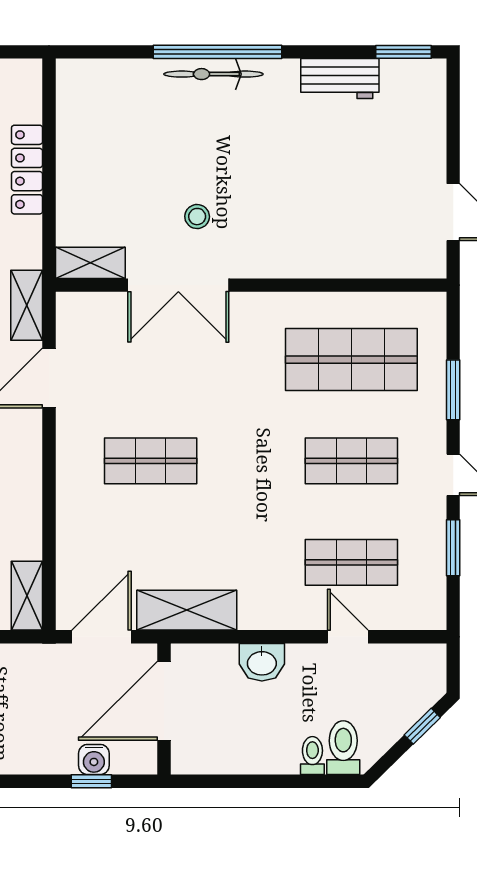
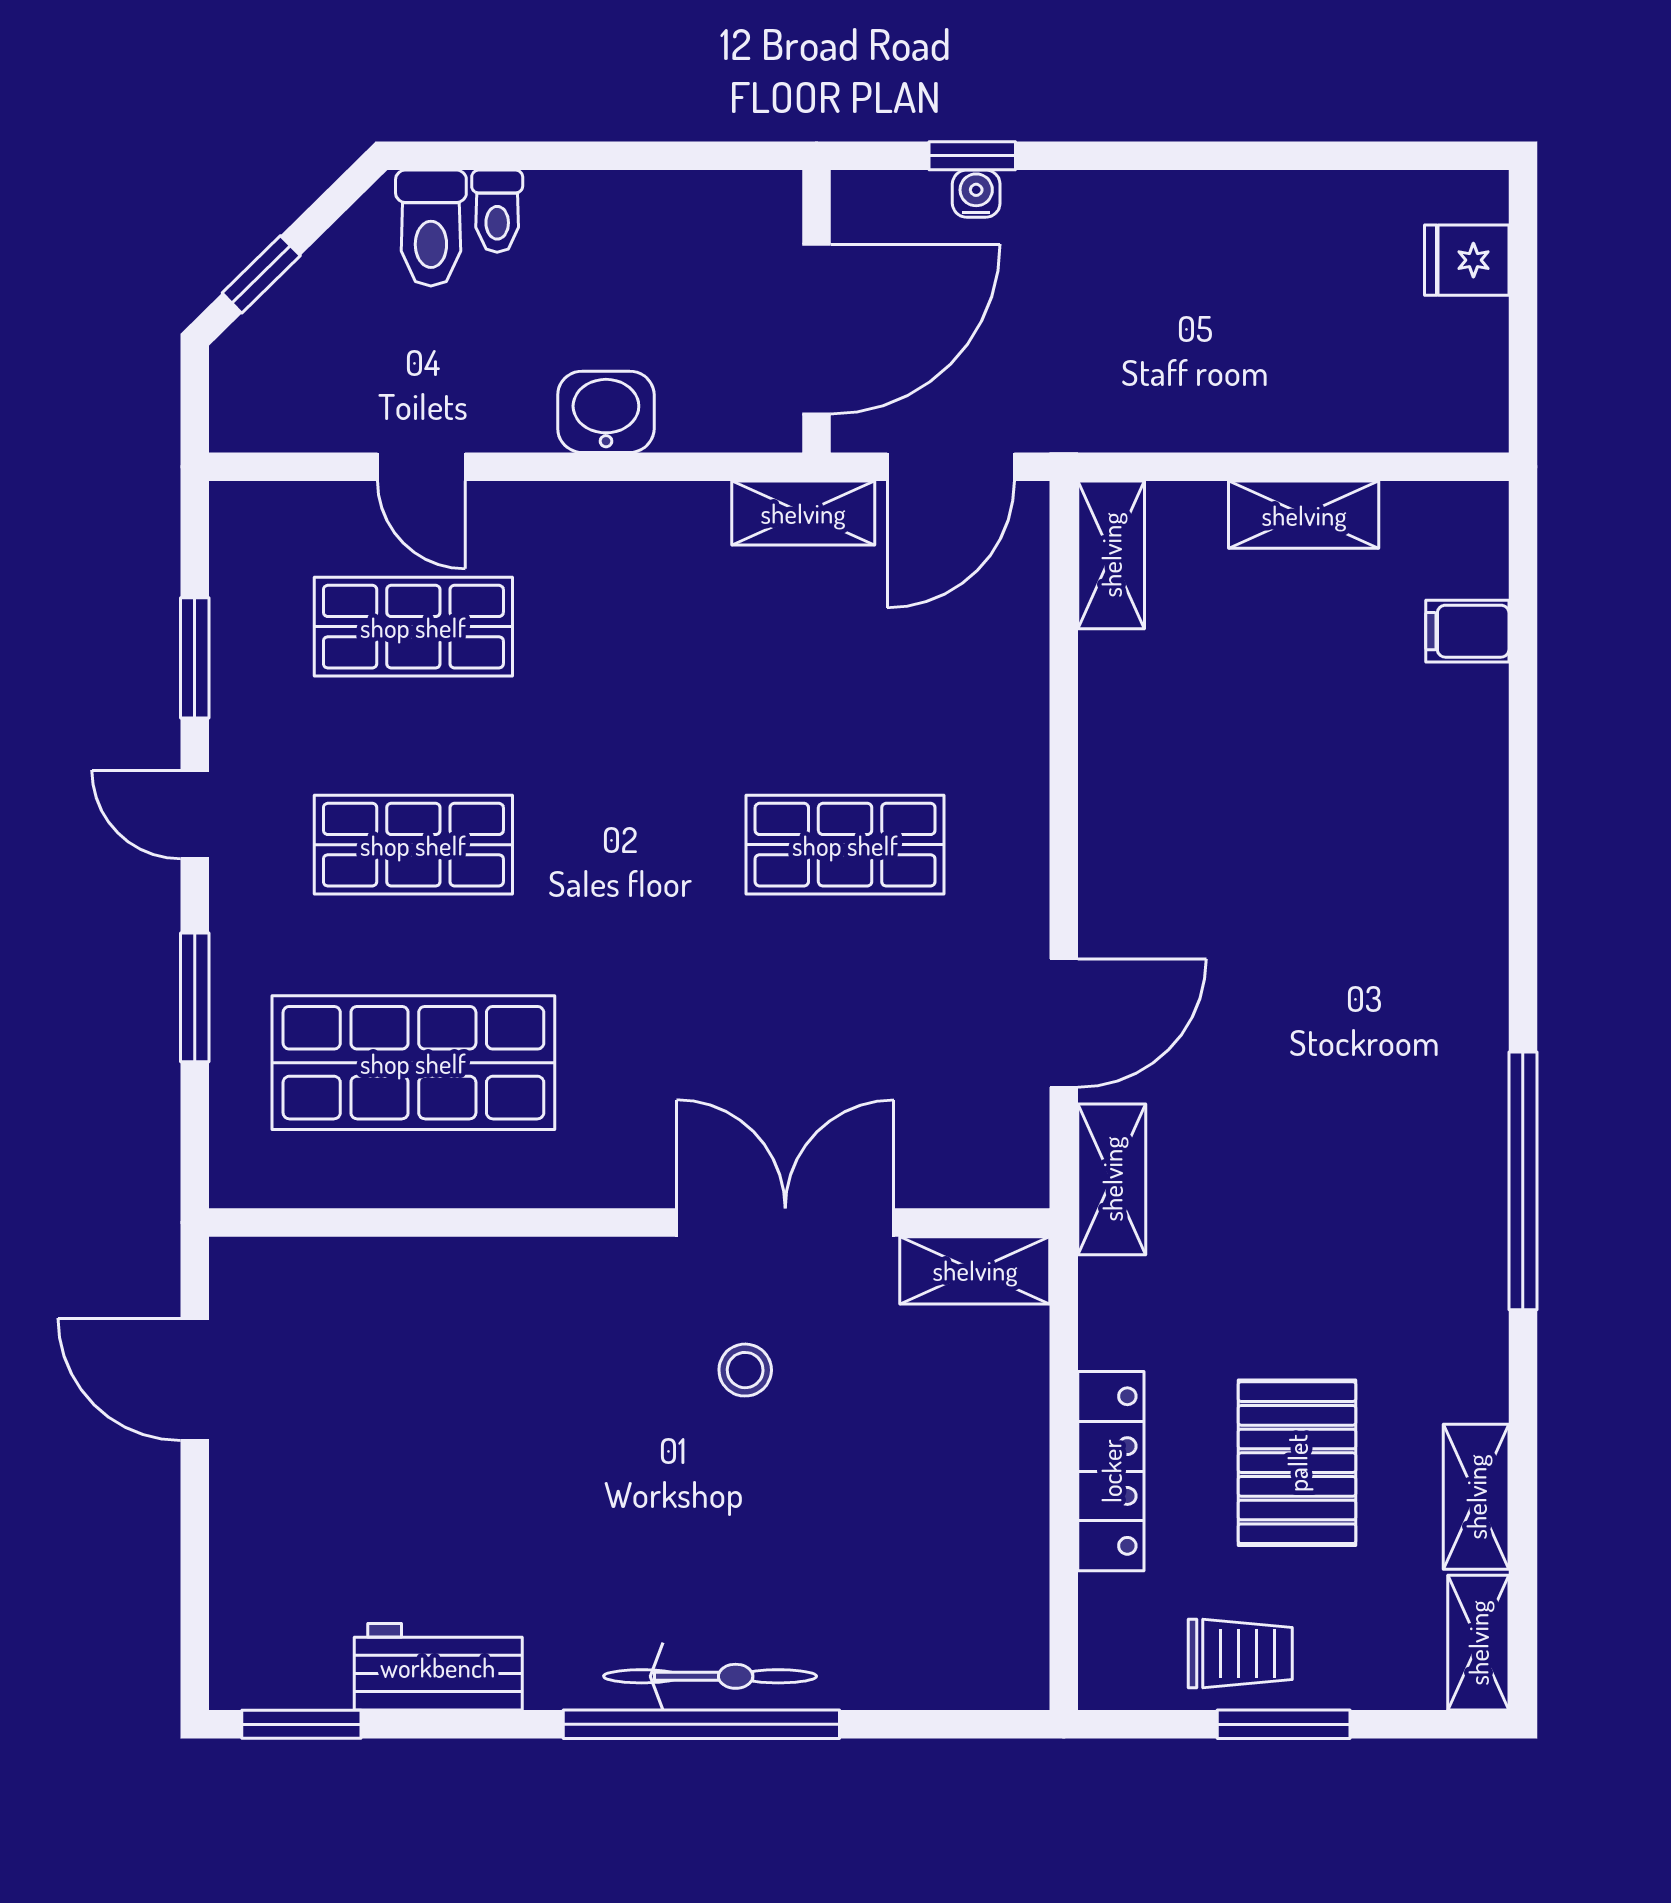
shelving: (187, 610) -> (803, 513), width x0.67, depth x0.75
water cooler: (94, 759) -> (976, 194), width x0.72, depth x0.72

